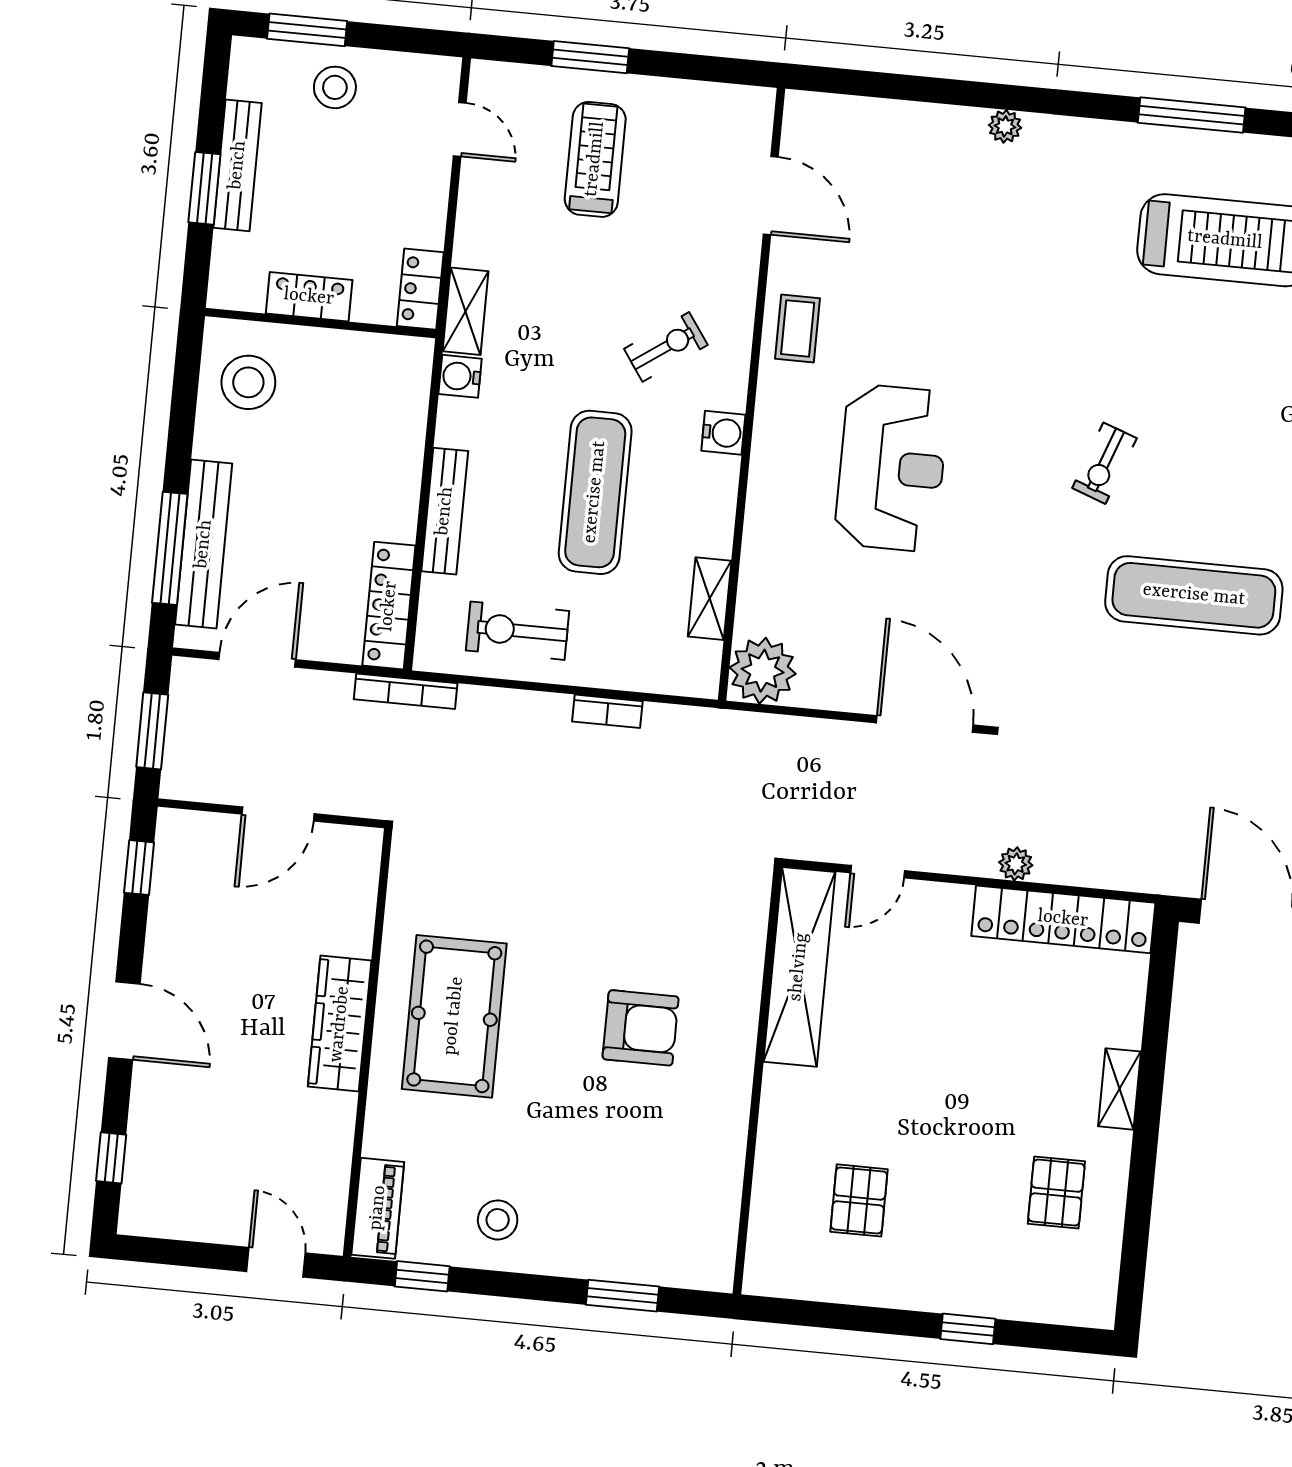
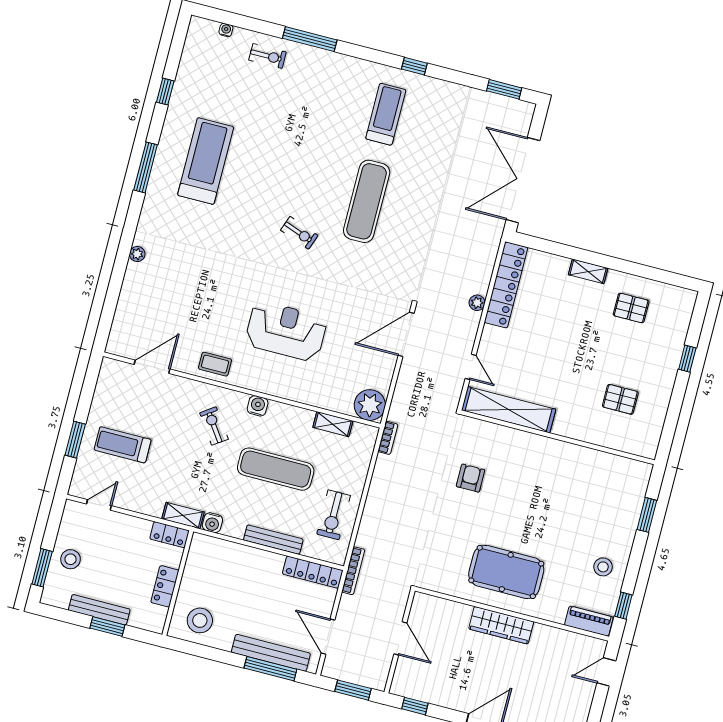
bookcase: (607, 711) -> (388, 438), moved
armchair: (641, 1028) -> (471, 478), moved, width x0.72, depth x0.72

